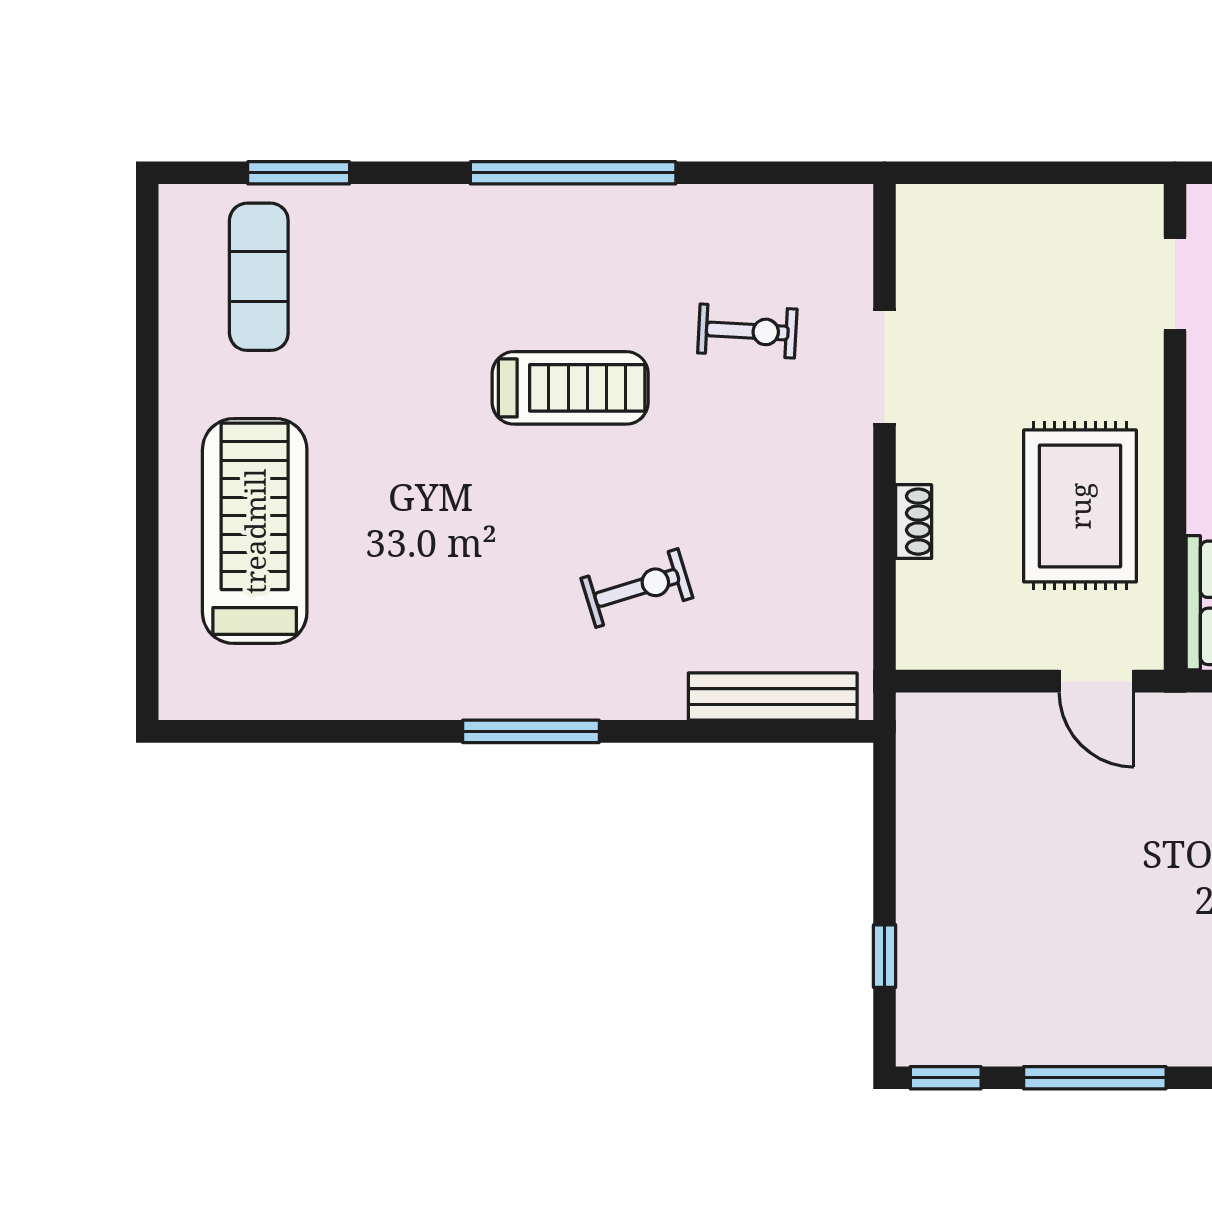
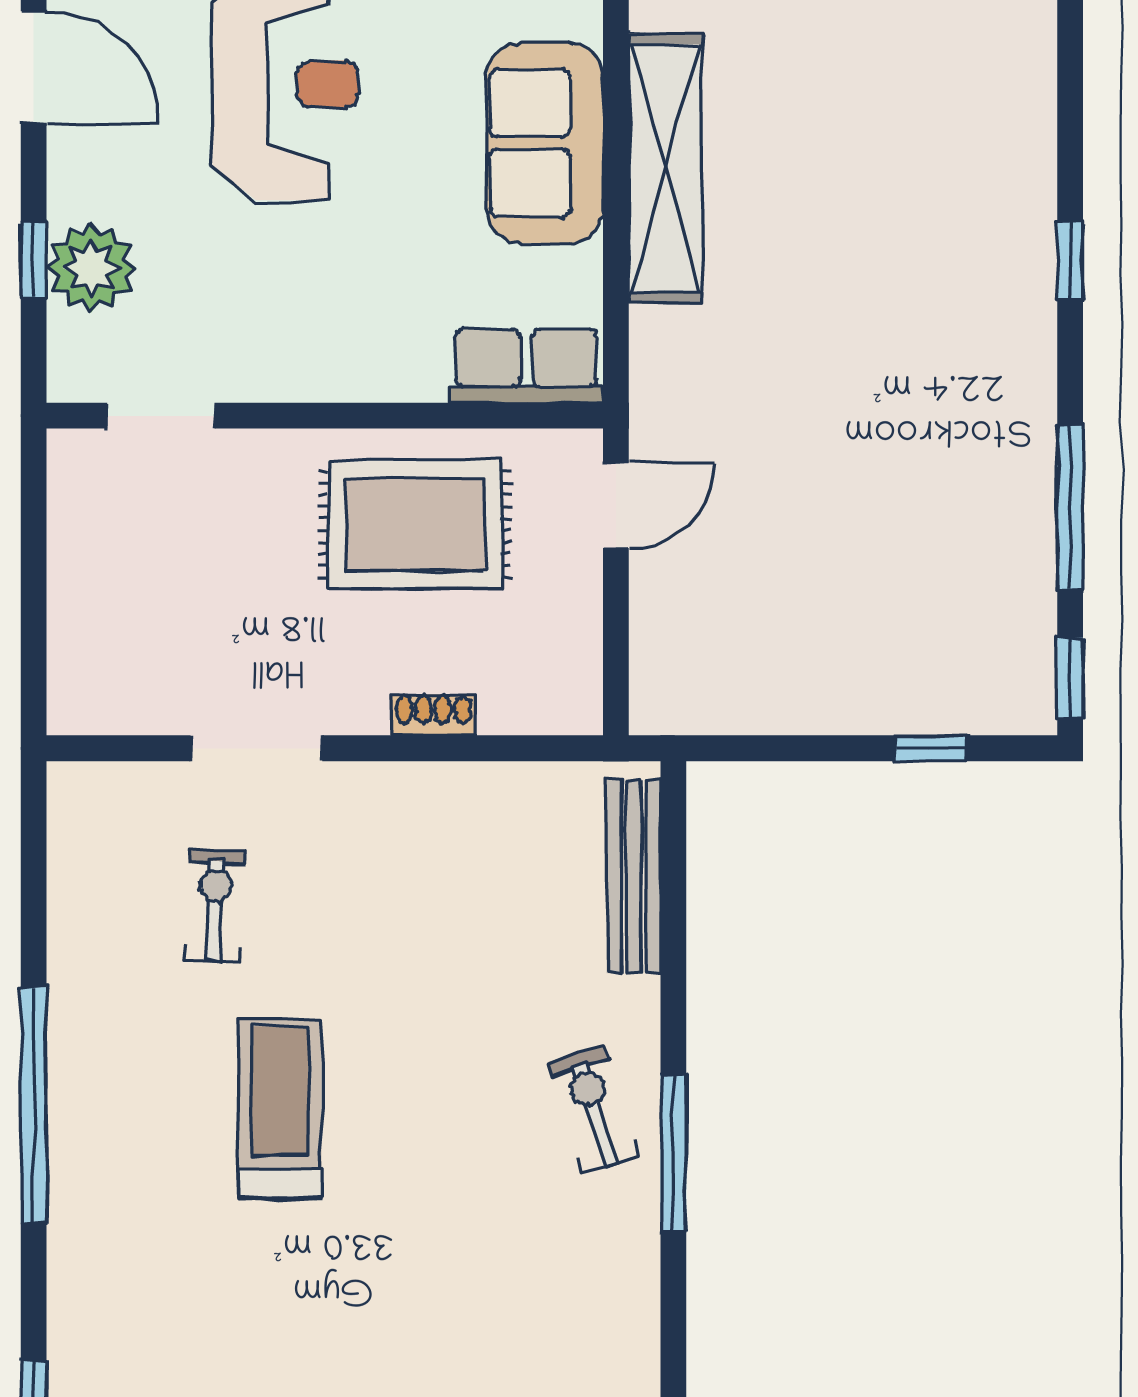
exercise bike: (637, 588) -> (594, 1109), moved

